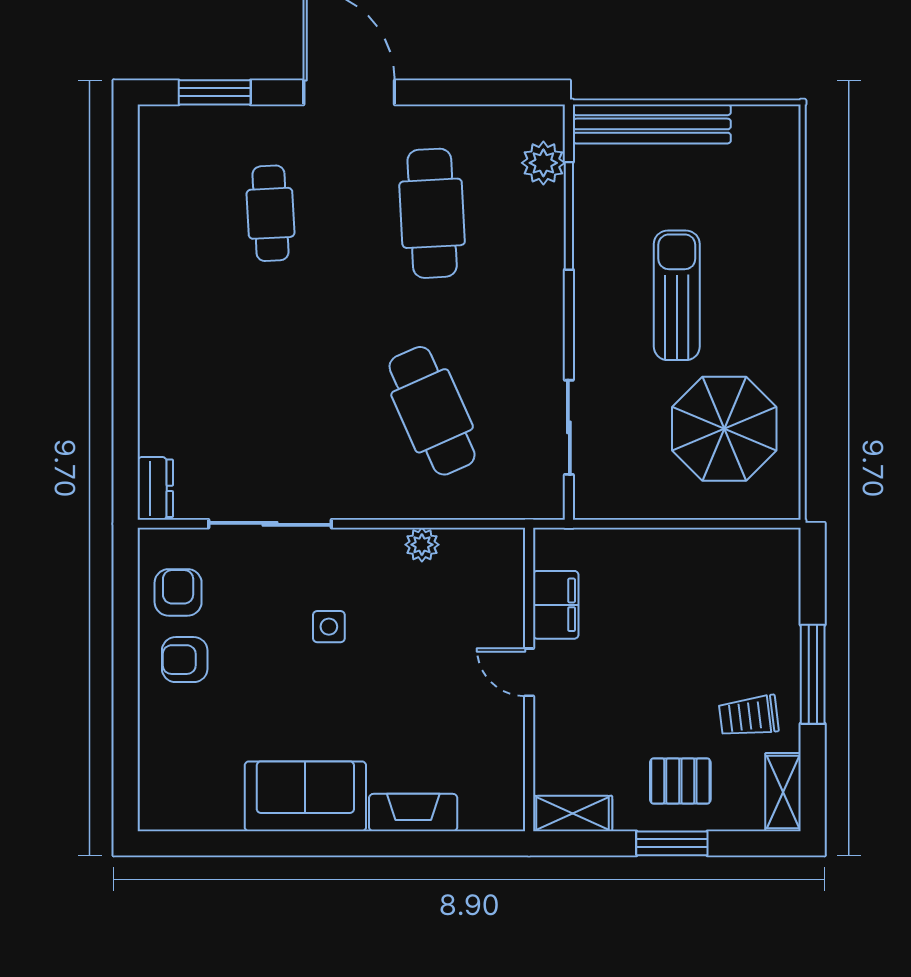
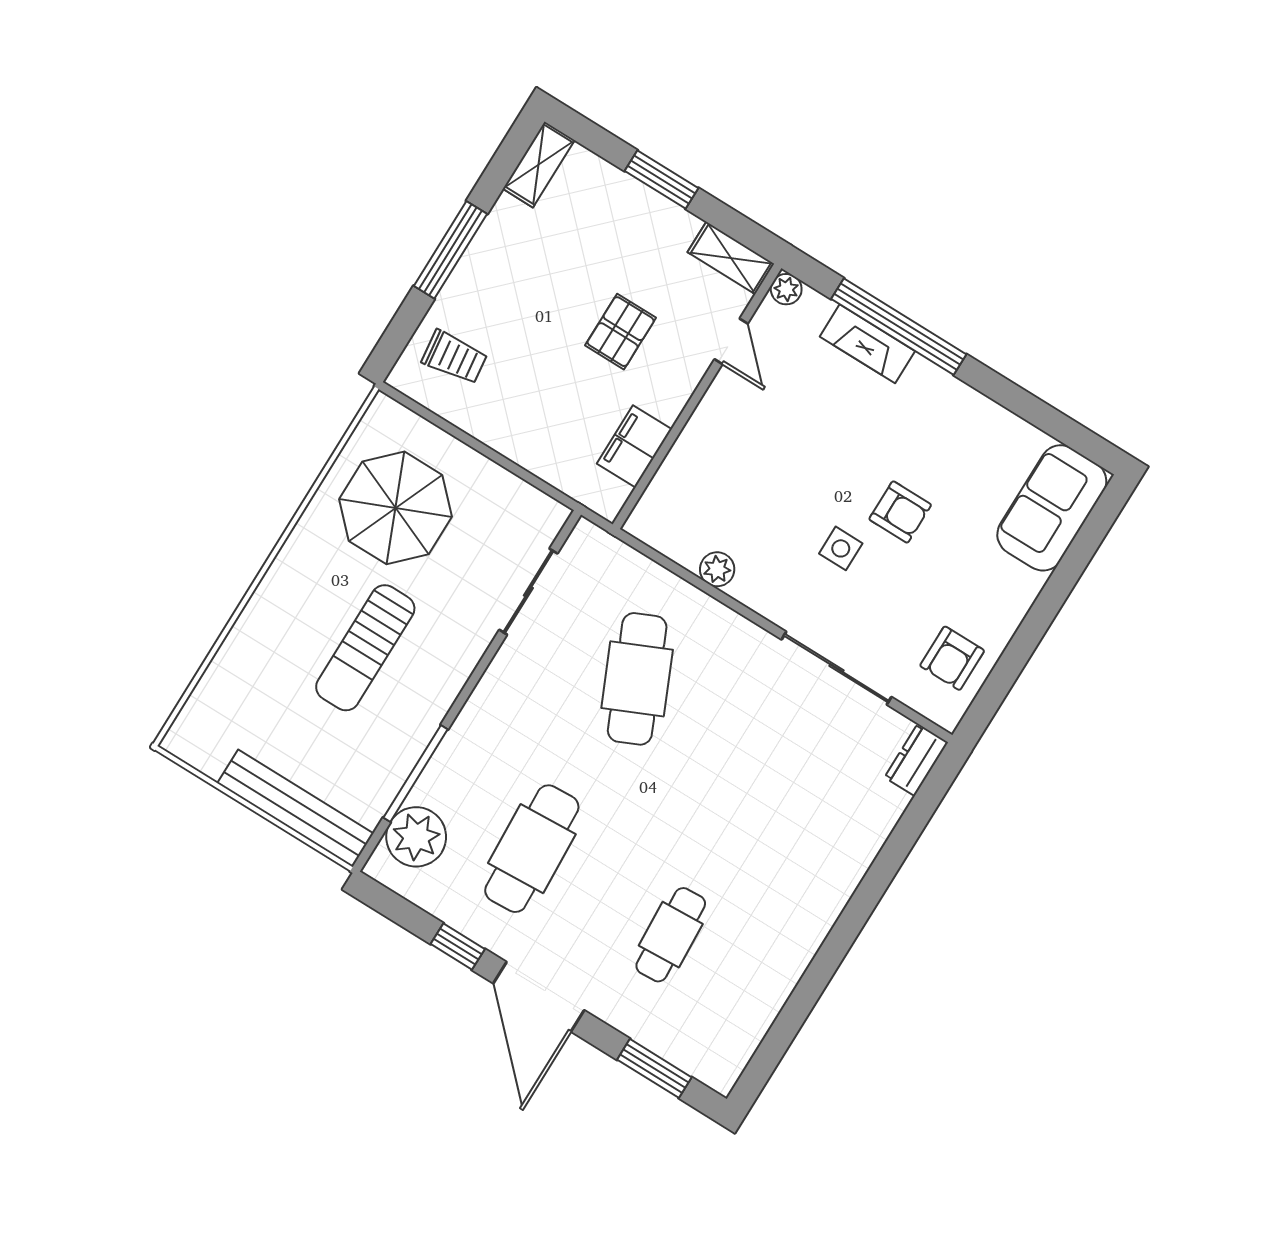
window: (443, 92) -> (458, 947), added
plant: (543, 163) -> (416, 837), width x1.36, depth x1.36
armchair: (185, 660) -> (900, 512), moved
door: (529, 672) -> (731, 341), moved
trolley: (749, 716) -> (455, 357), moved
pallet: (680, 781) -> (621, 332), moved, turned 90
sofa: (305, 796) -> (1052, 508), moved, turned 90
plant: (510, 816) -> (786, 289), added
window: (396, 843) -> (899, 327), added

